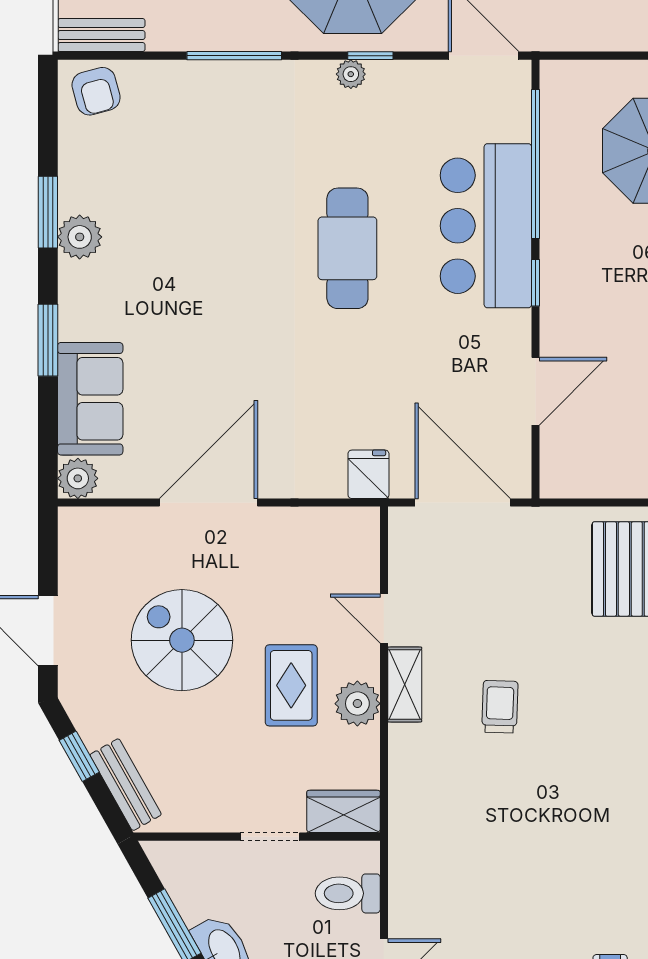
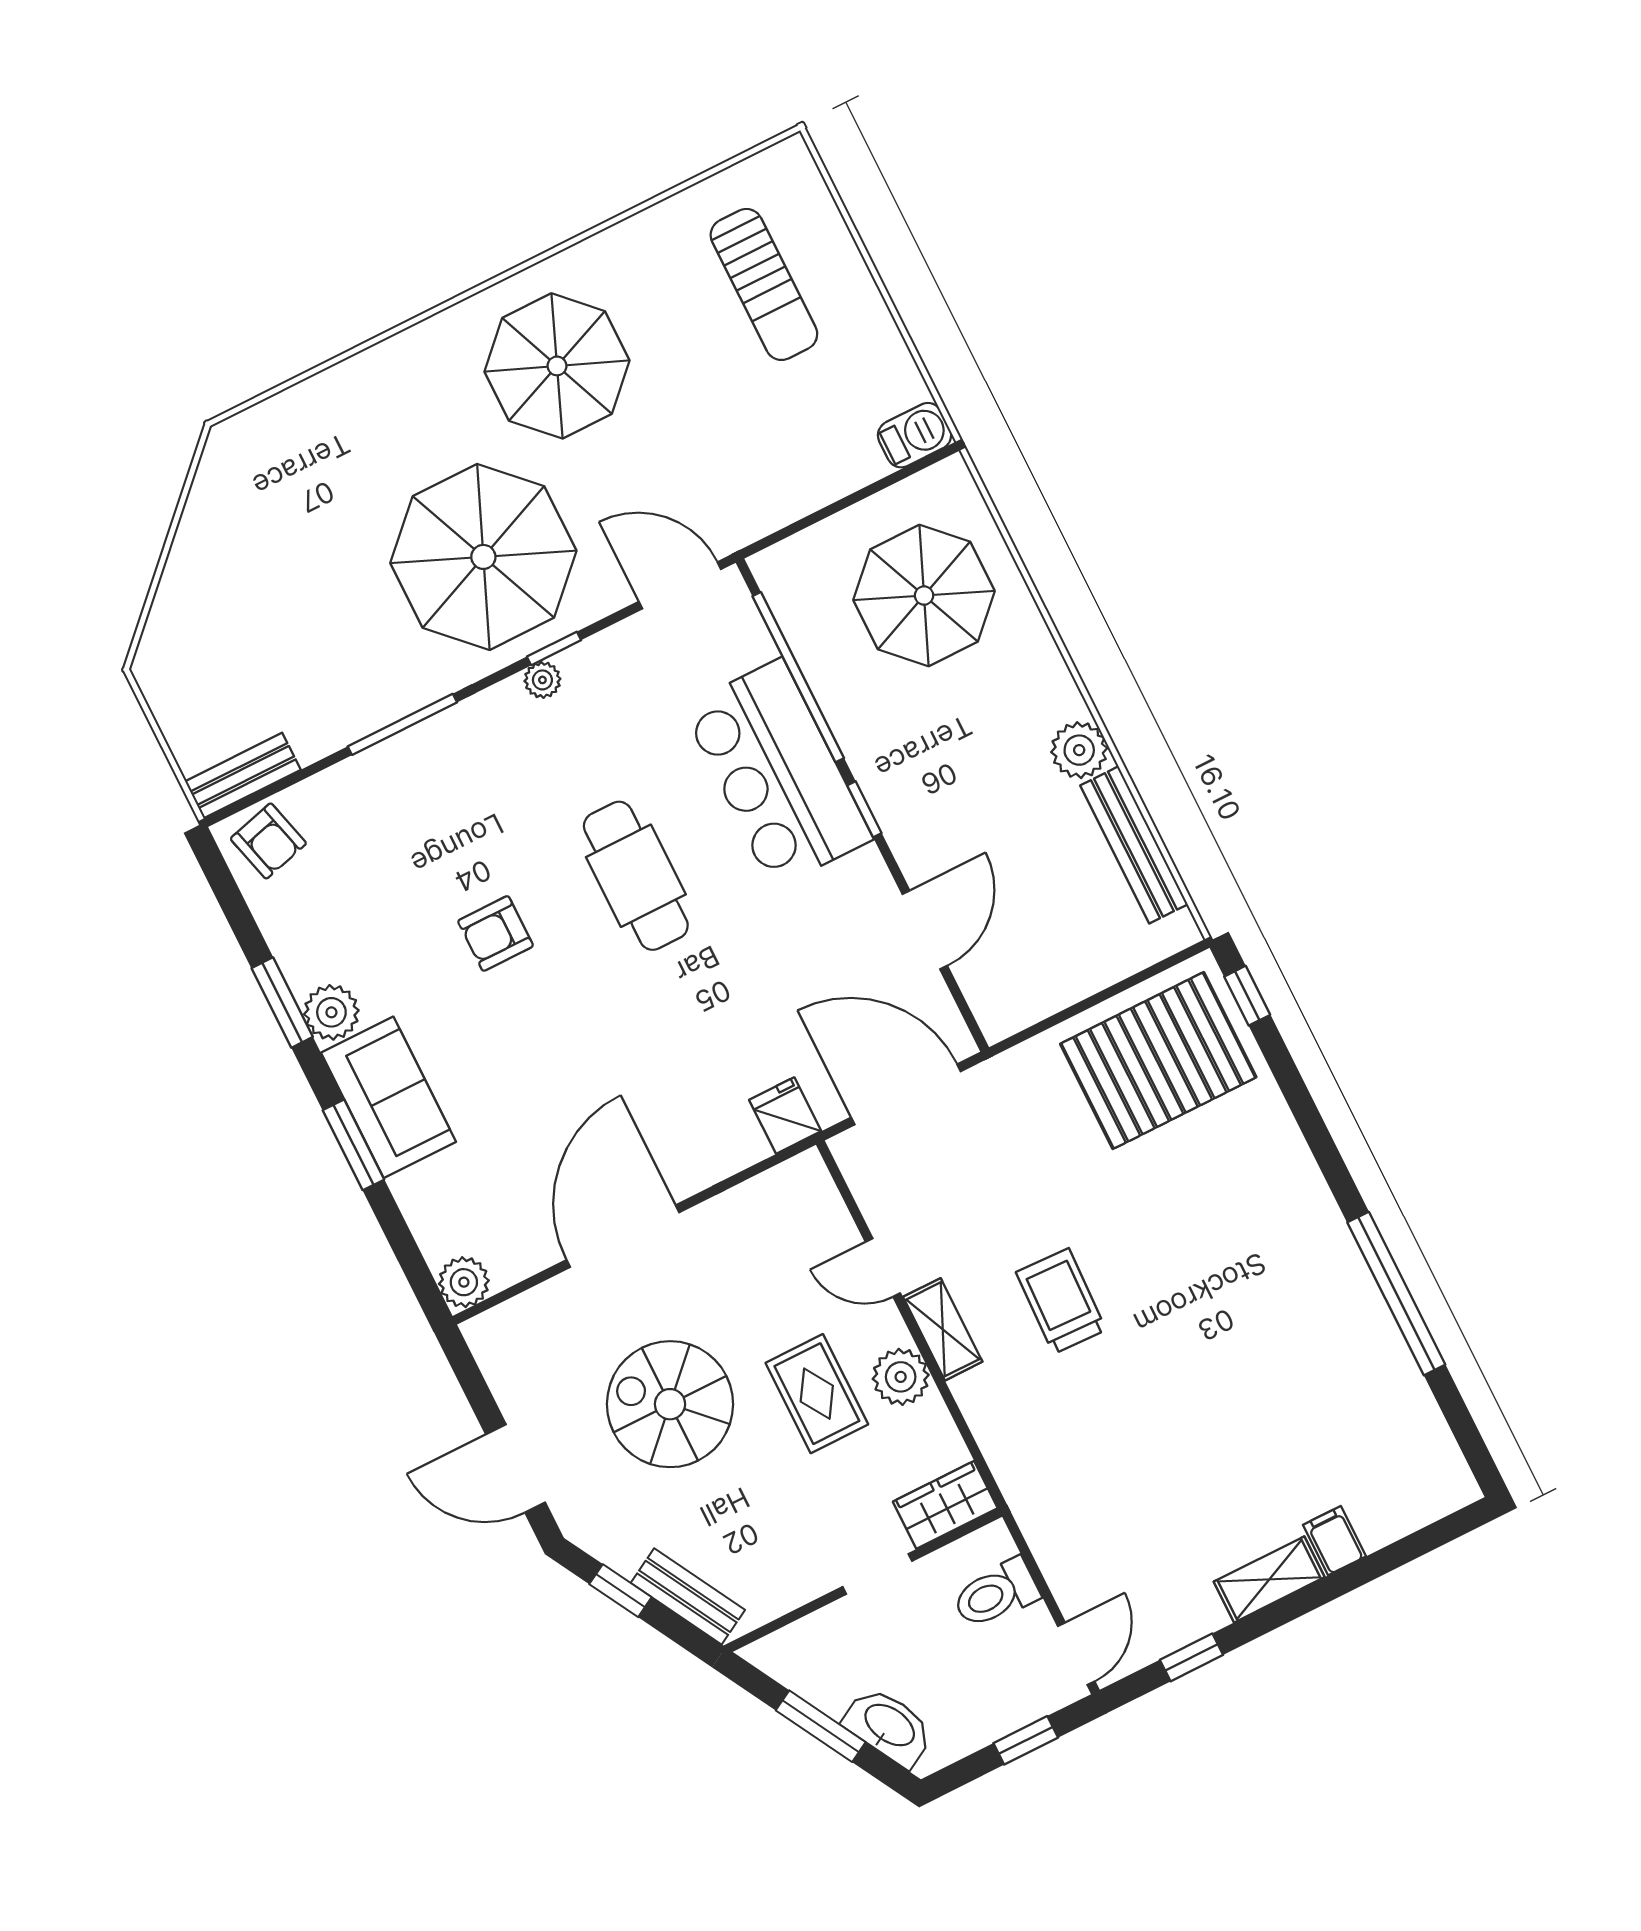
armchair: (226, 239) -> (496, 933), added
sofa: (90, 399) -> (389, 1097), moved
trolley: (500, 707) -> (1061, 1301), width x1.36, depth x1.39

